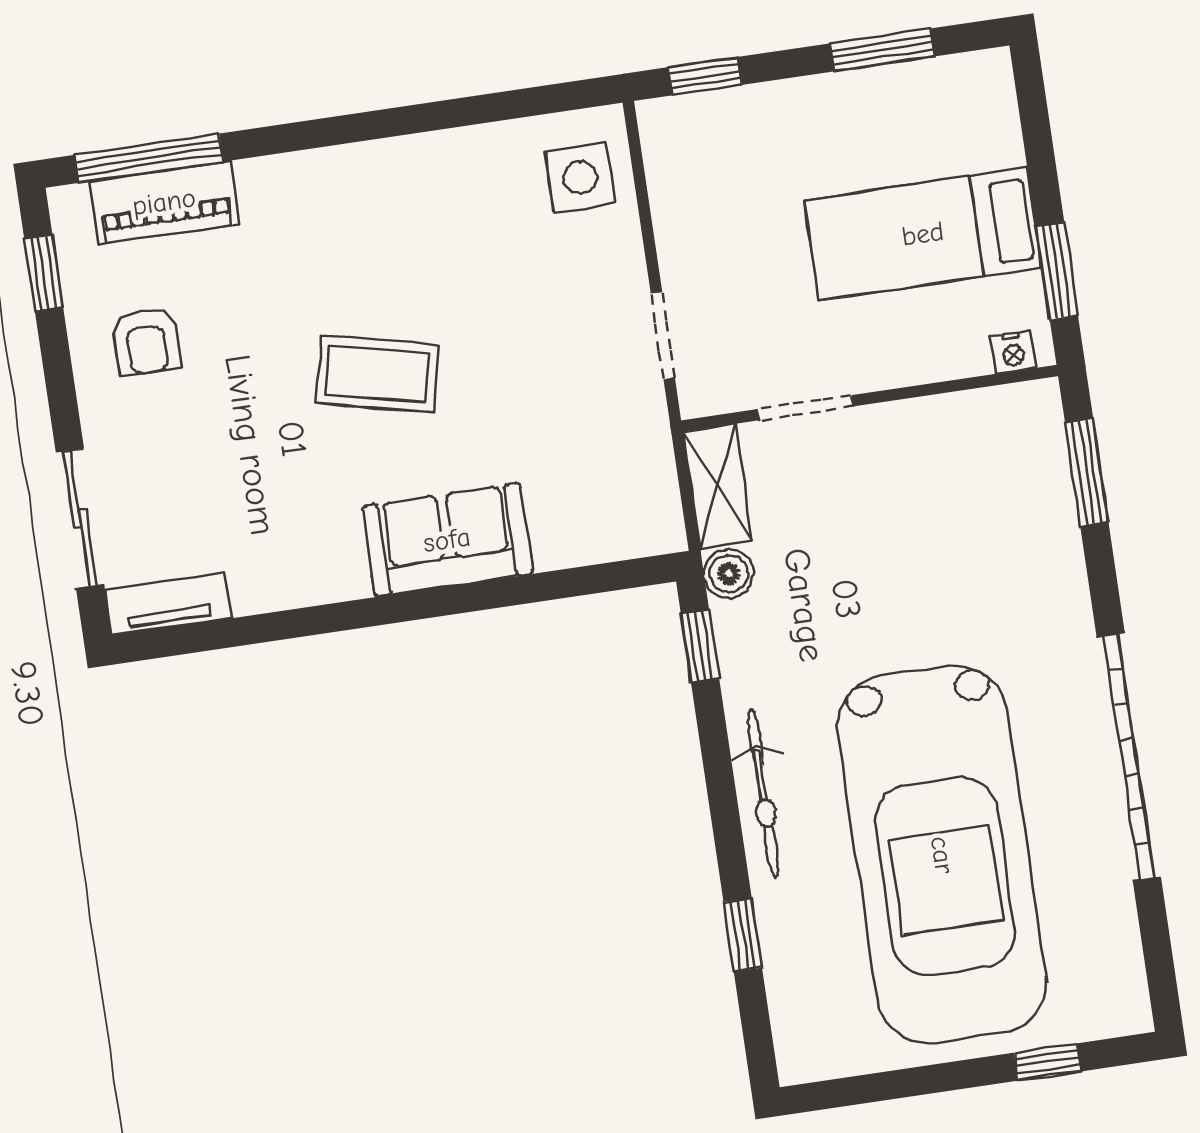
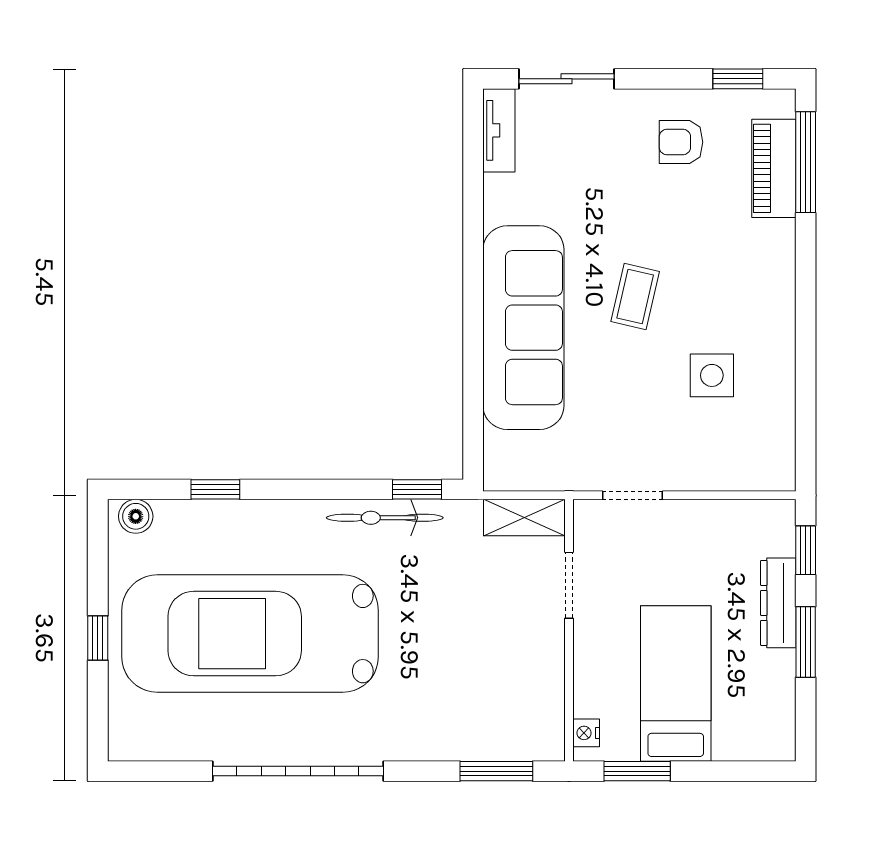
window: (882, 50) -> (806, 642), moved
dresser: (786, 104) -> (778, 603), added
side table: (580, 177) -> (712, 375), moved
coffee table: (377, 374) -> (635, 297), width x0.73, depth x0.77
sofa: (447, 540) -> (523, 328), width x1.85, depth x1.27
boiler: (729, 574) -> (136, 516), moved
bicycle: (763, 793) -> (385, 518), moved
window: (1048, 1062) -> (98, 638), moved

